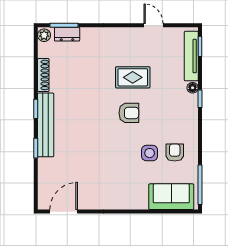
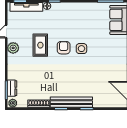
plant: (128, 36) -> (13, 48), added
side table: (150, 153) -> (81, 49), moved
armchair: (175, 153) -> (90, 18), removed

